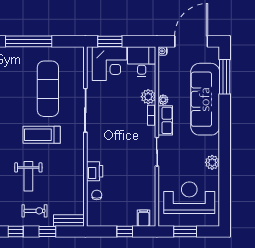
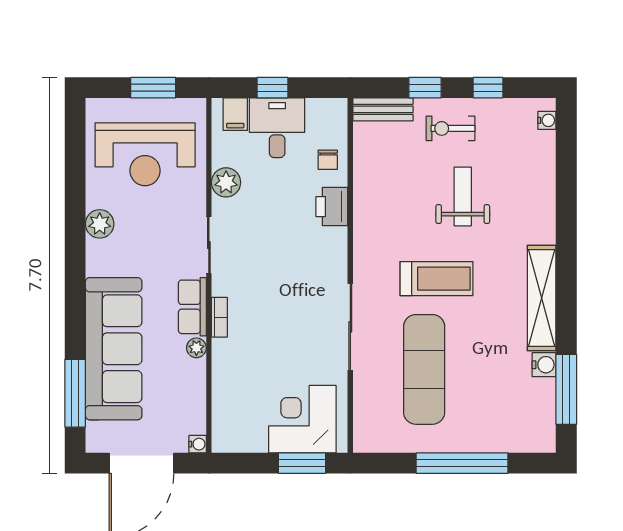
desk: (142, 62) -> (277, 128), moved, turned 180
plant: (148, 97) -> (226, 182), moved

